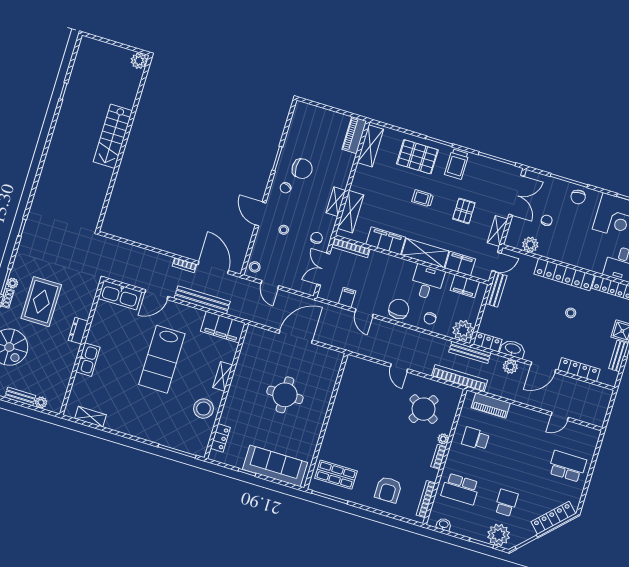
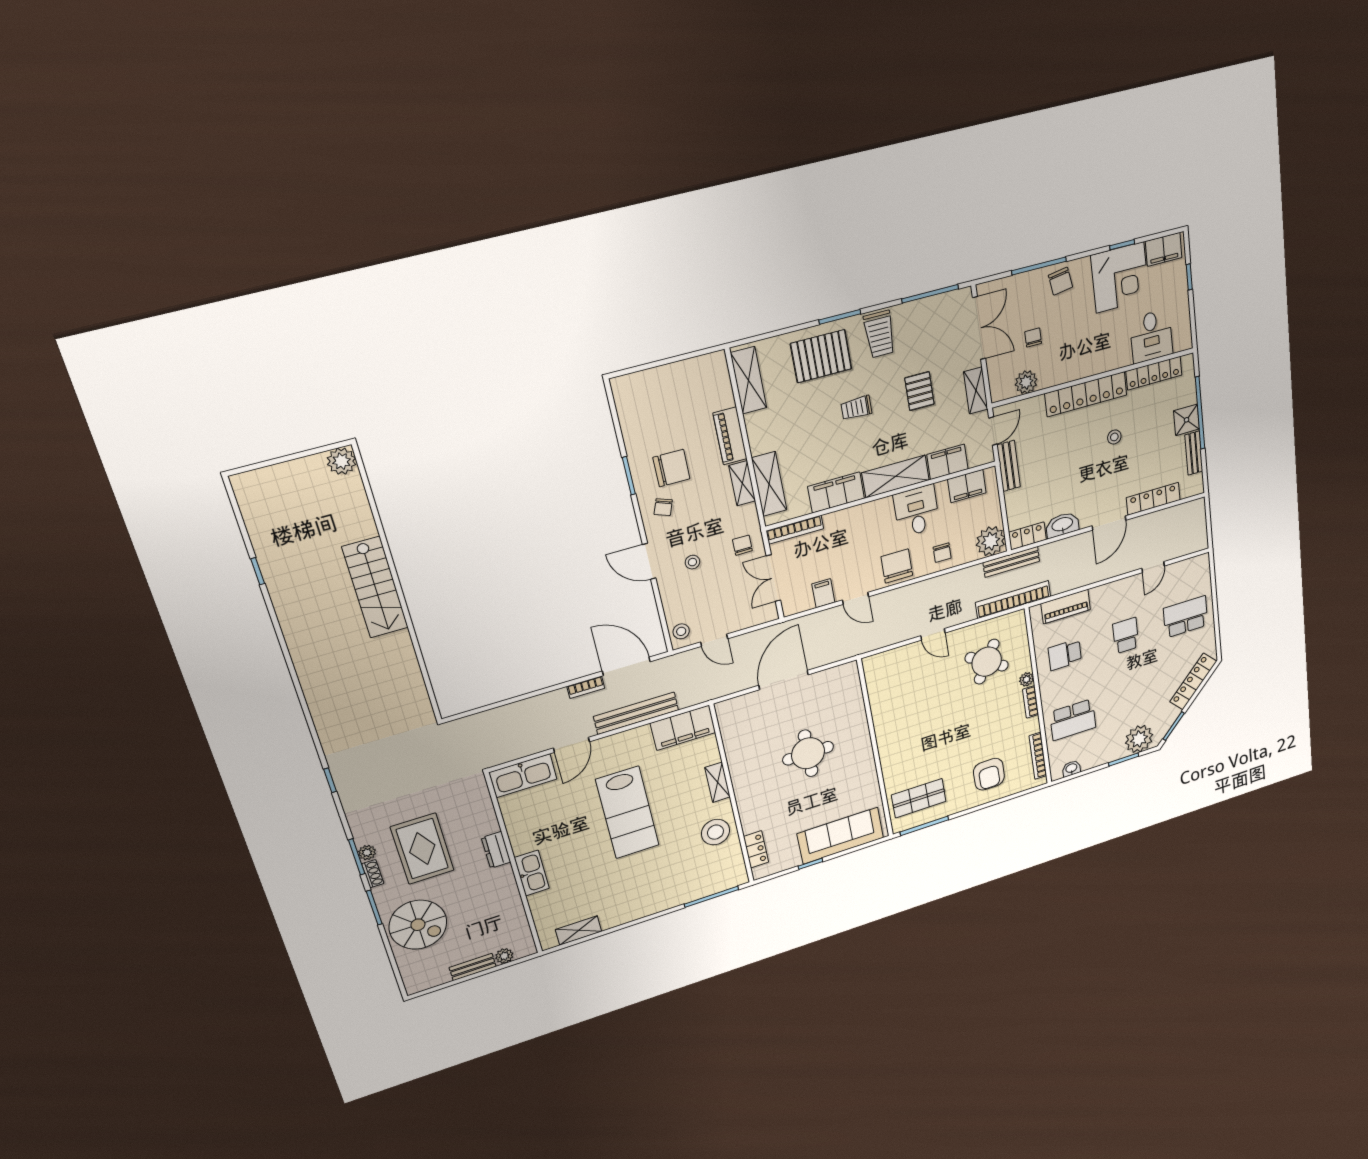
piano: (354, 135) -> (730, 436), moved
plant: (510, 366) -> (1069, 547), removed
school desk: (506, 503) -> (1126, 636), moved

